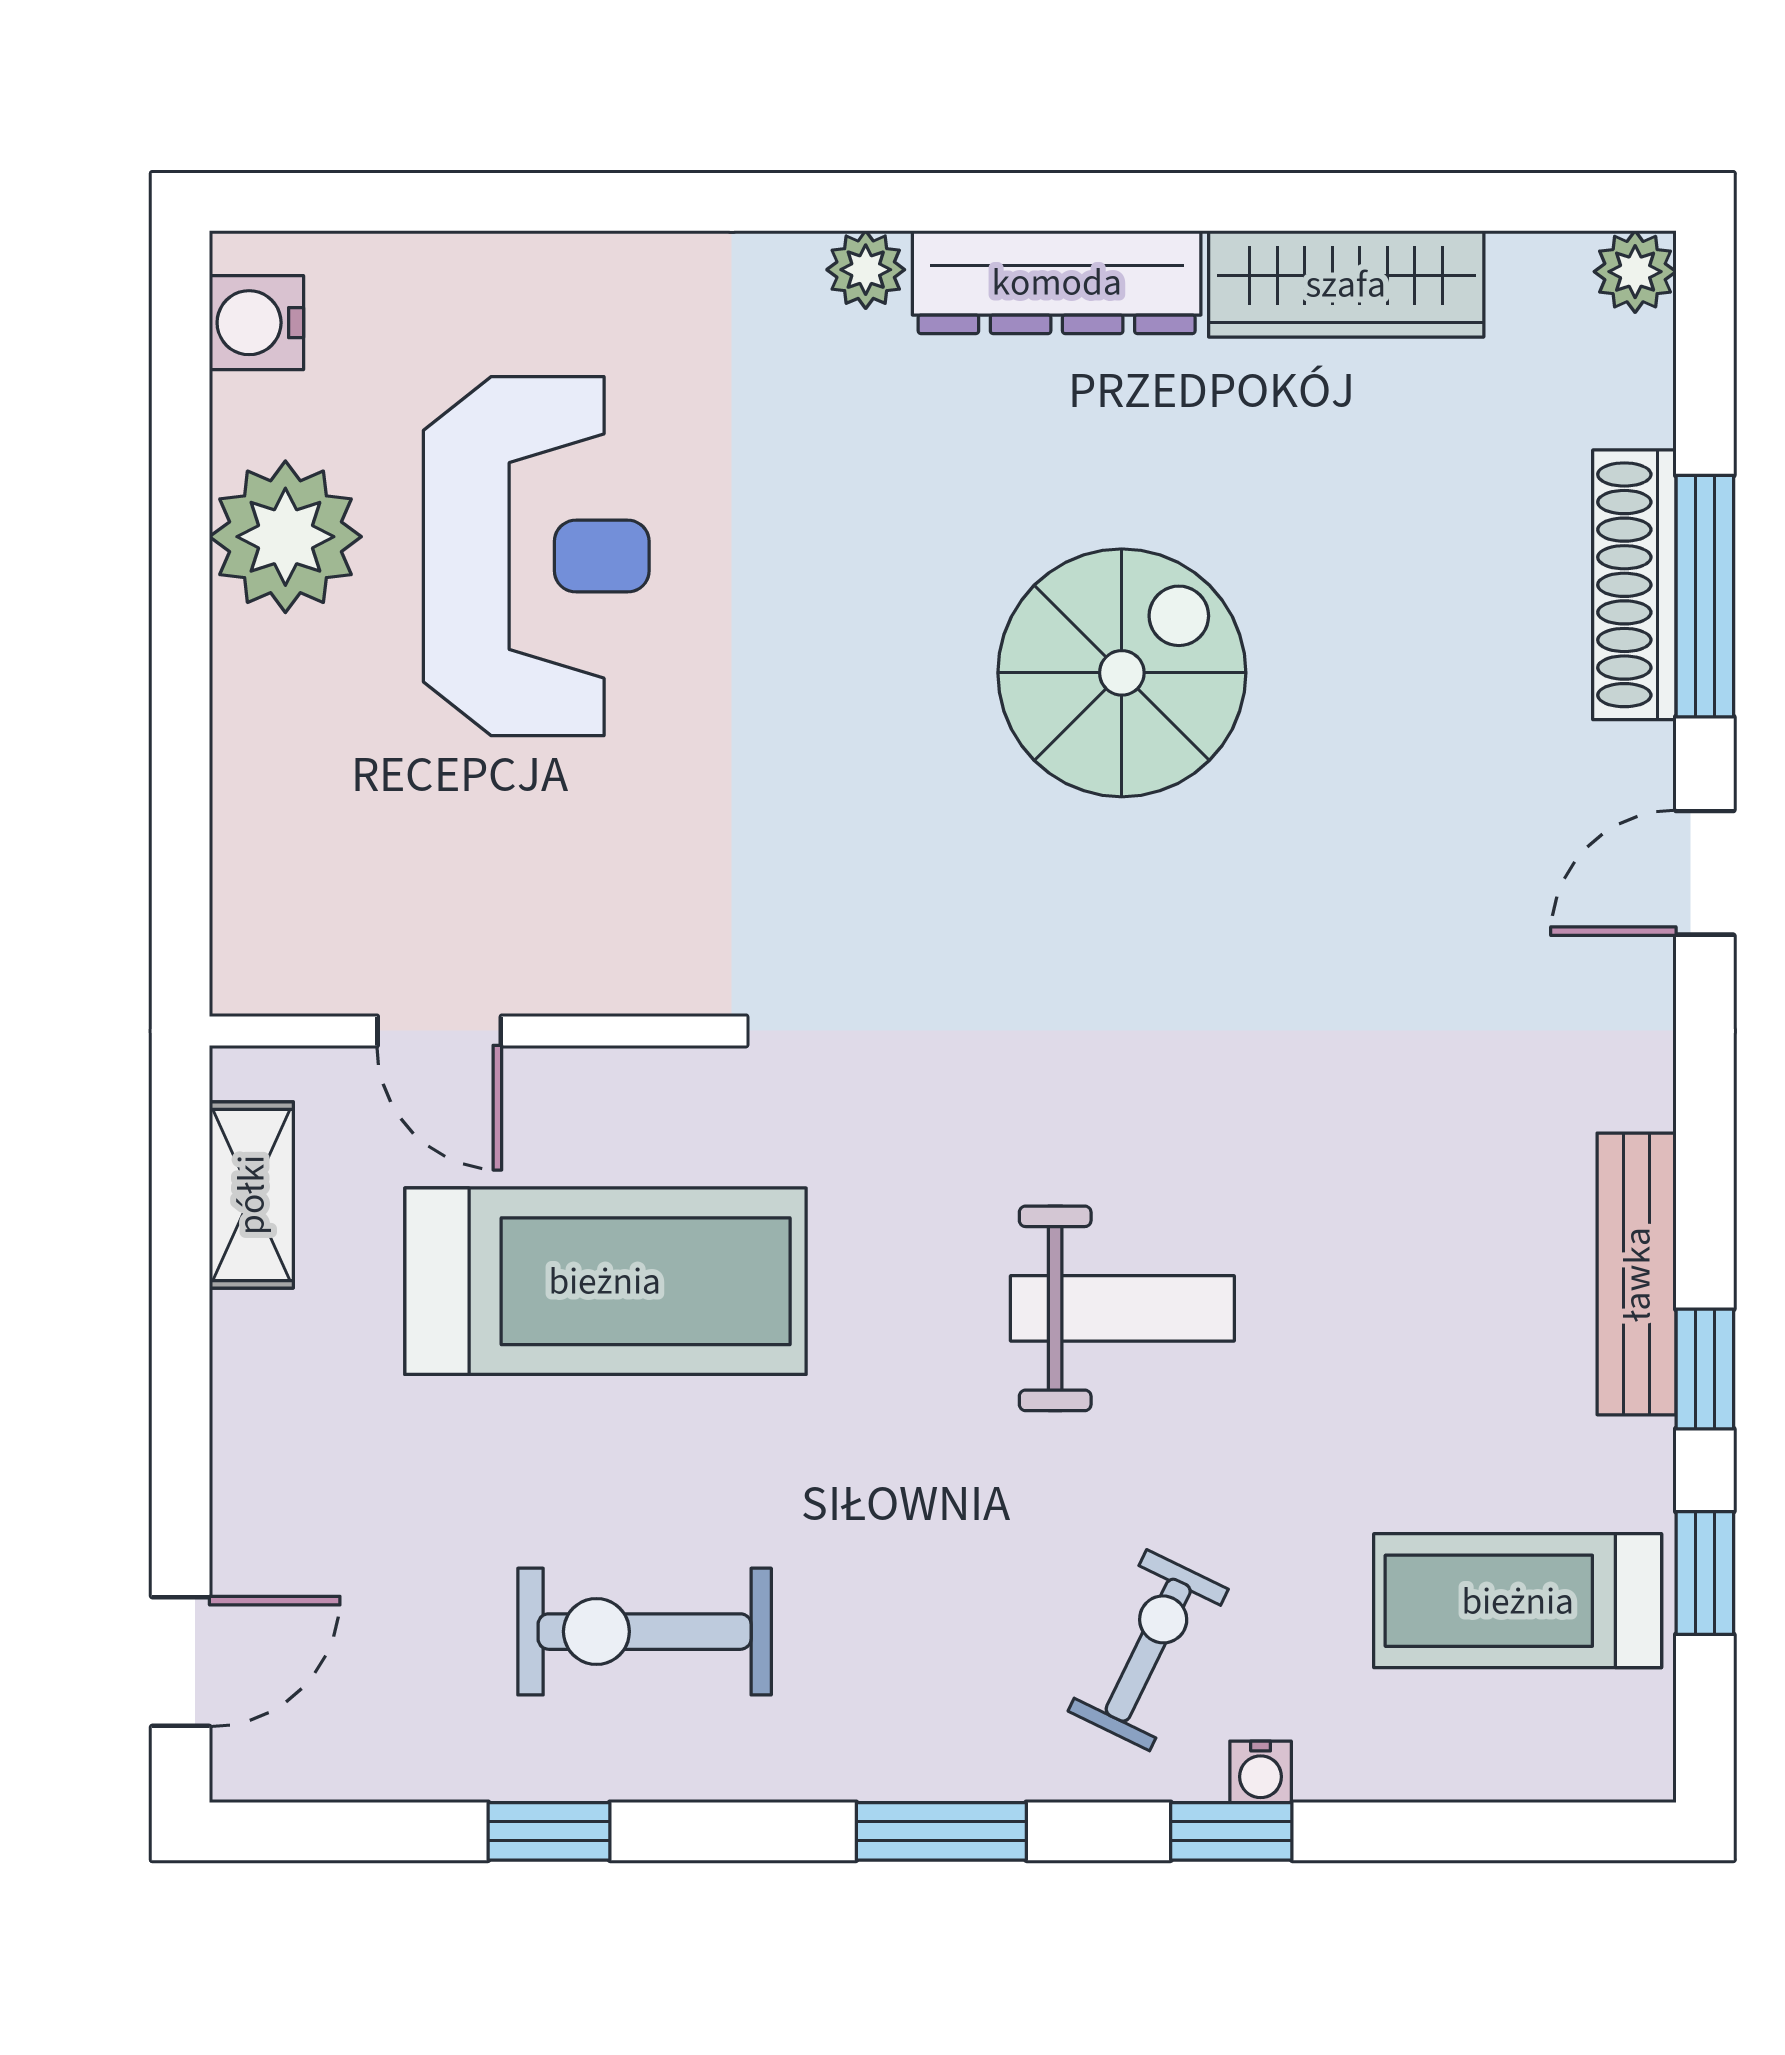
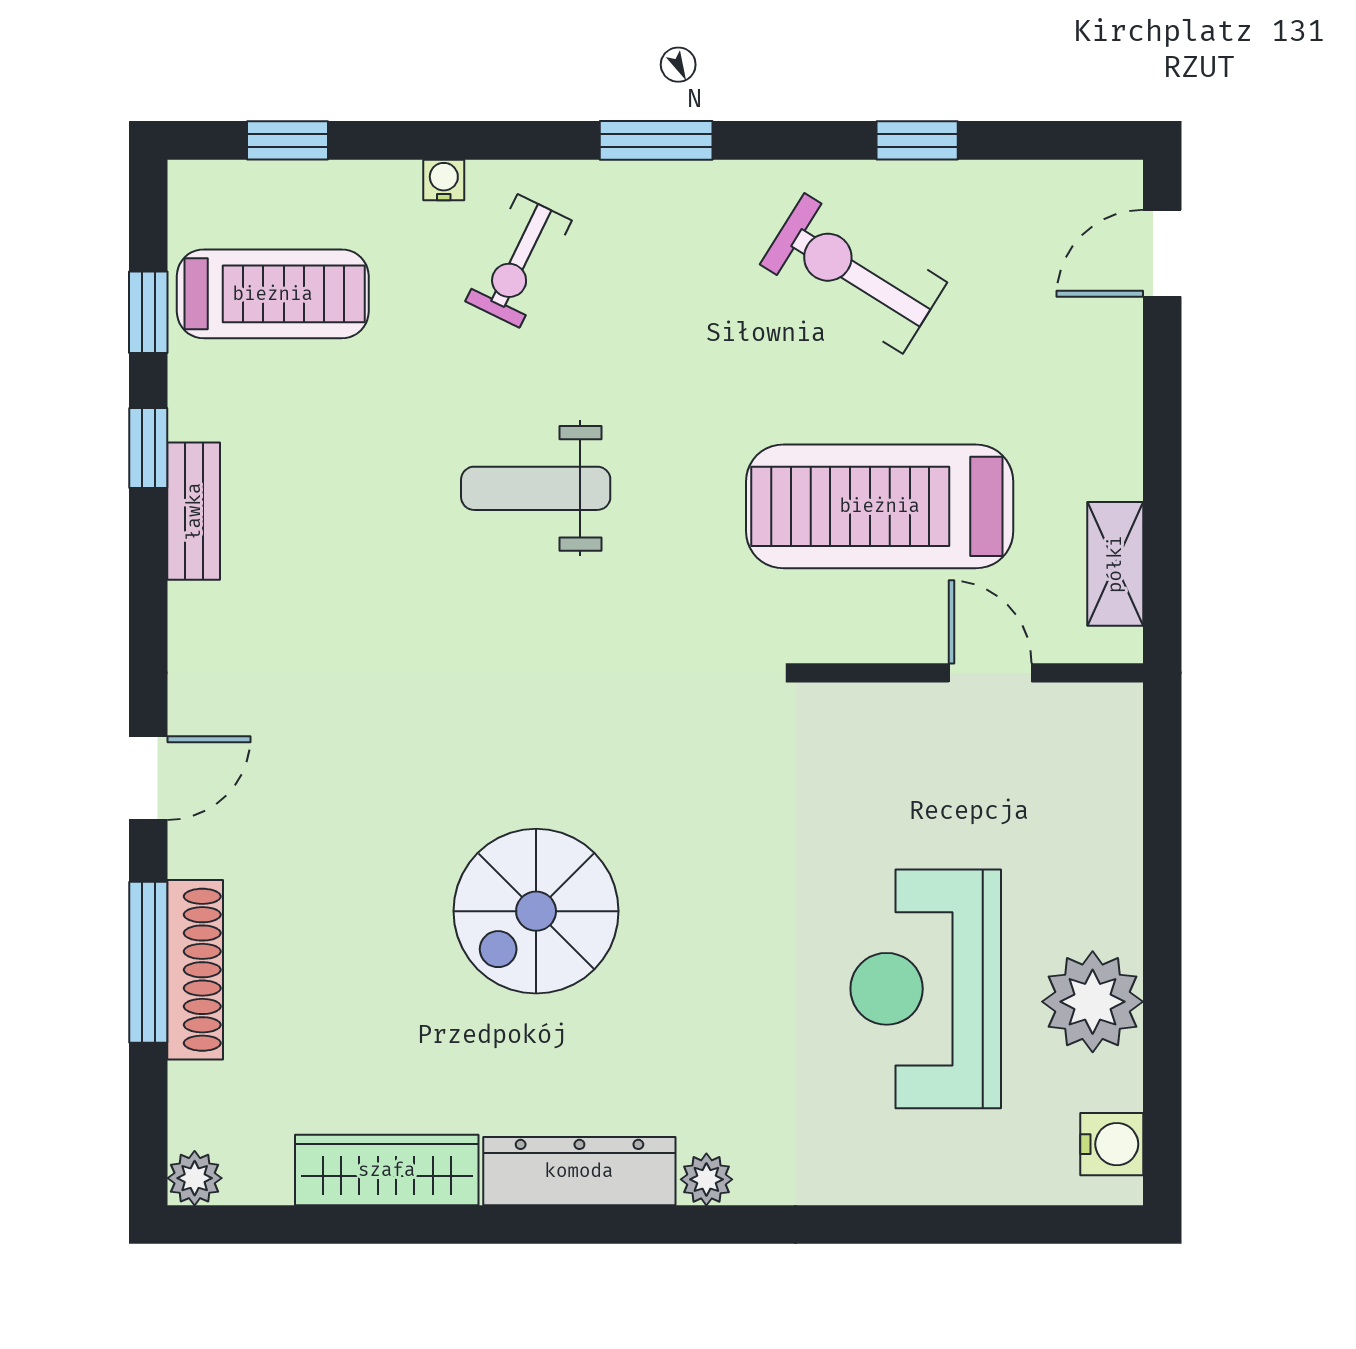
bench: (1637, 1274) -> (194, 511), width x0.73
exercise bike: (645, 1632) -> (854, 273), turned -148
window: (1231, 1831) -> (287, 140), moved

